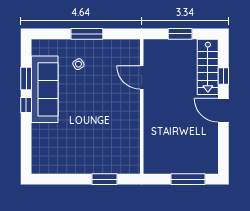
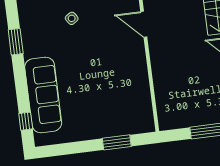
sofa: (45, 89) -> (43, 95), moved
window: (26, 105) -> (26, 121), moved

